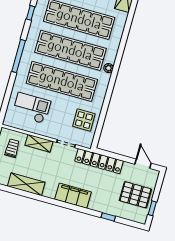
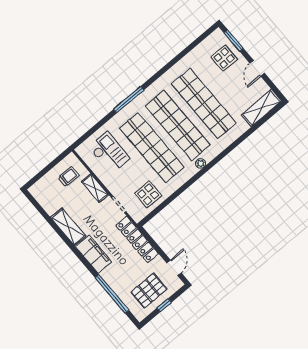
window: (31, 13) -> (165, 69), removed
shelving: (26, 184) -> (68, 227), moved
pallet: (135, 195) -> (149, 291), turned 90
window: (152, 208) -> (164, 305), moved
window: (108, 217) -> (112, 294), width x3.17

